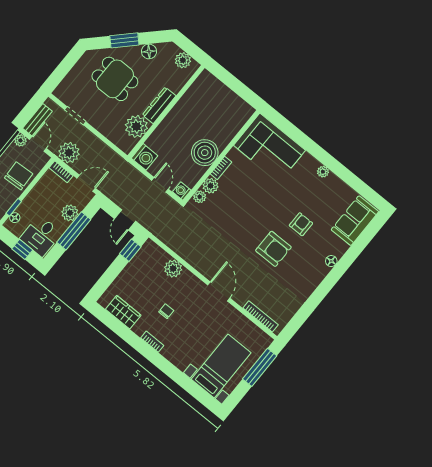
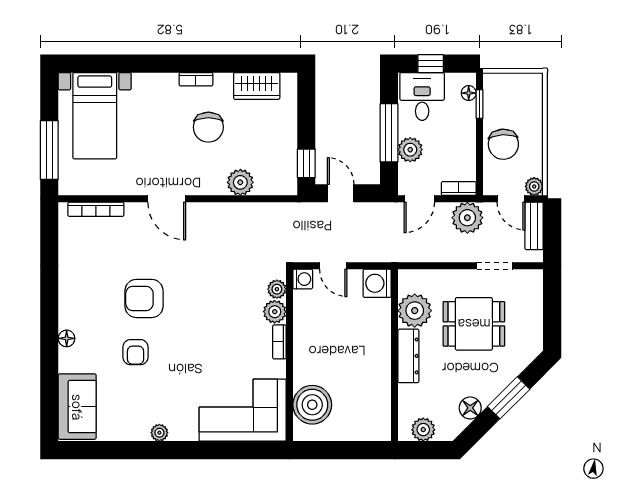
dining table: (115, 79) -> (474, 324), moved
boiler: (205, 153) -> (312, 405), moved
chair: (166, 311) -> (208, 127), width x1.87, depth x1.87

